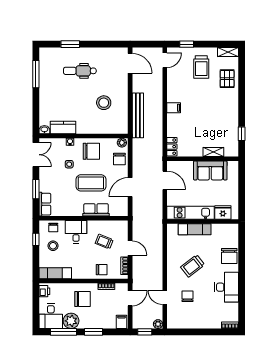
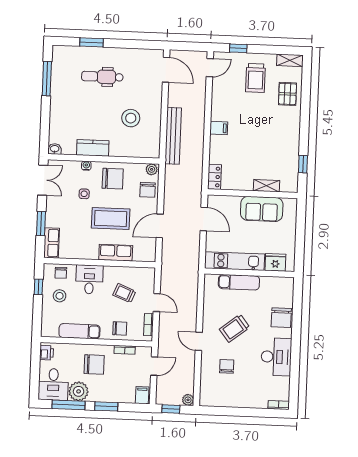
kitchen counter: (63, 128) -> (93, 148), moved
exam couch: (55, 273) -> (79, 331), moved
door: (165, 297) -> (199, 341), moved

